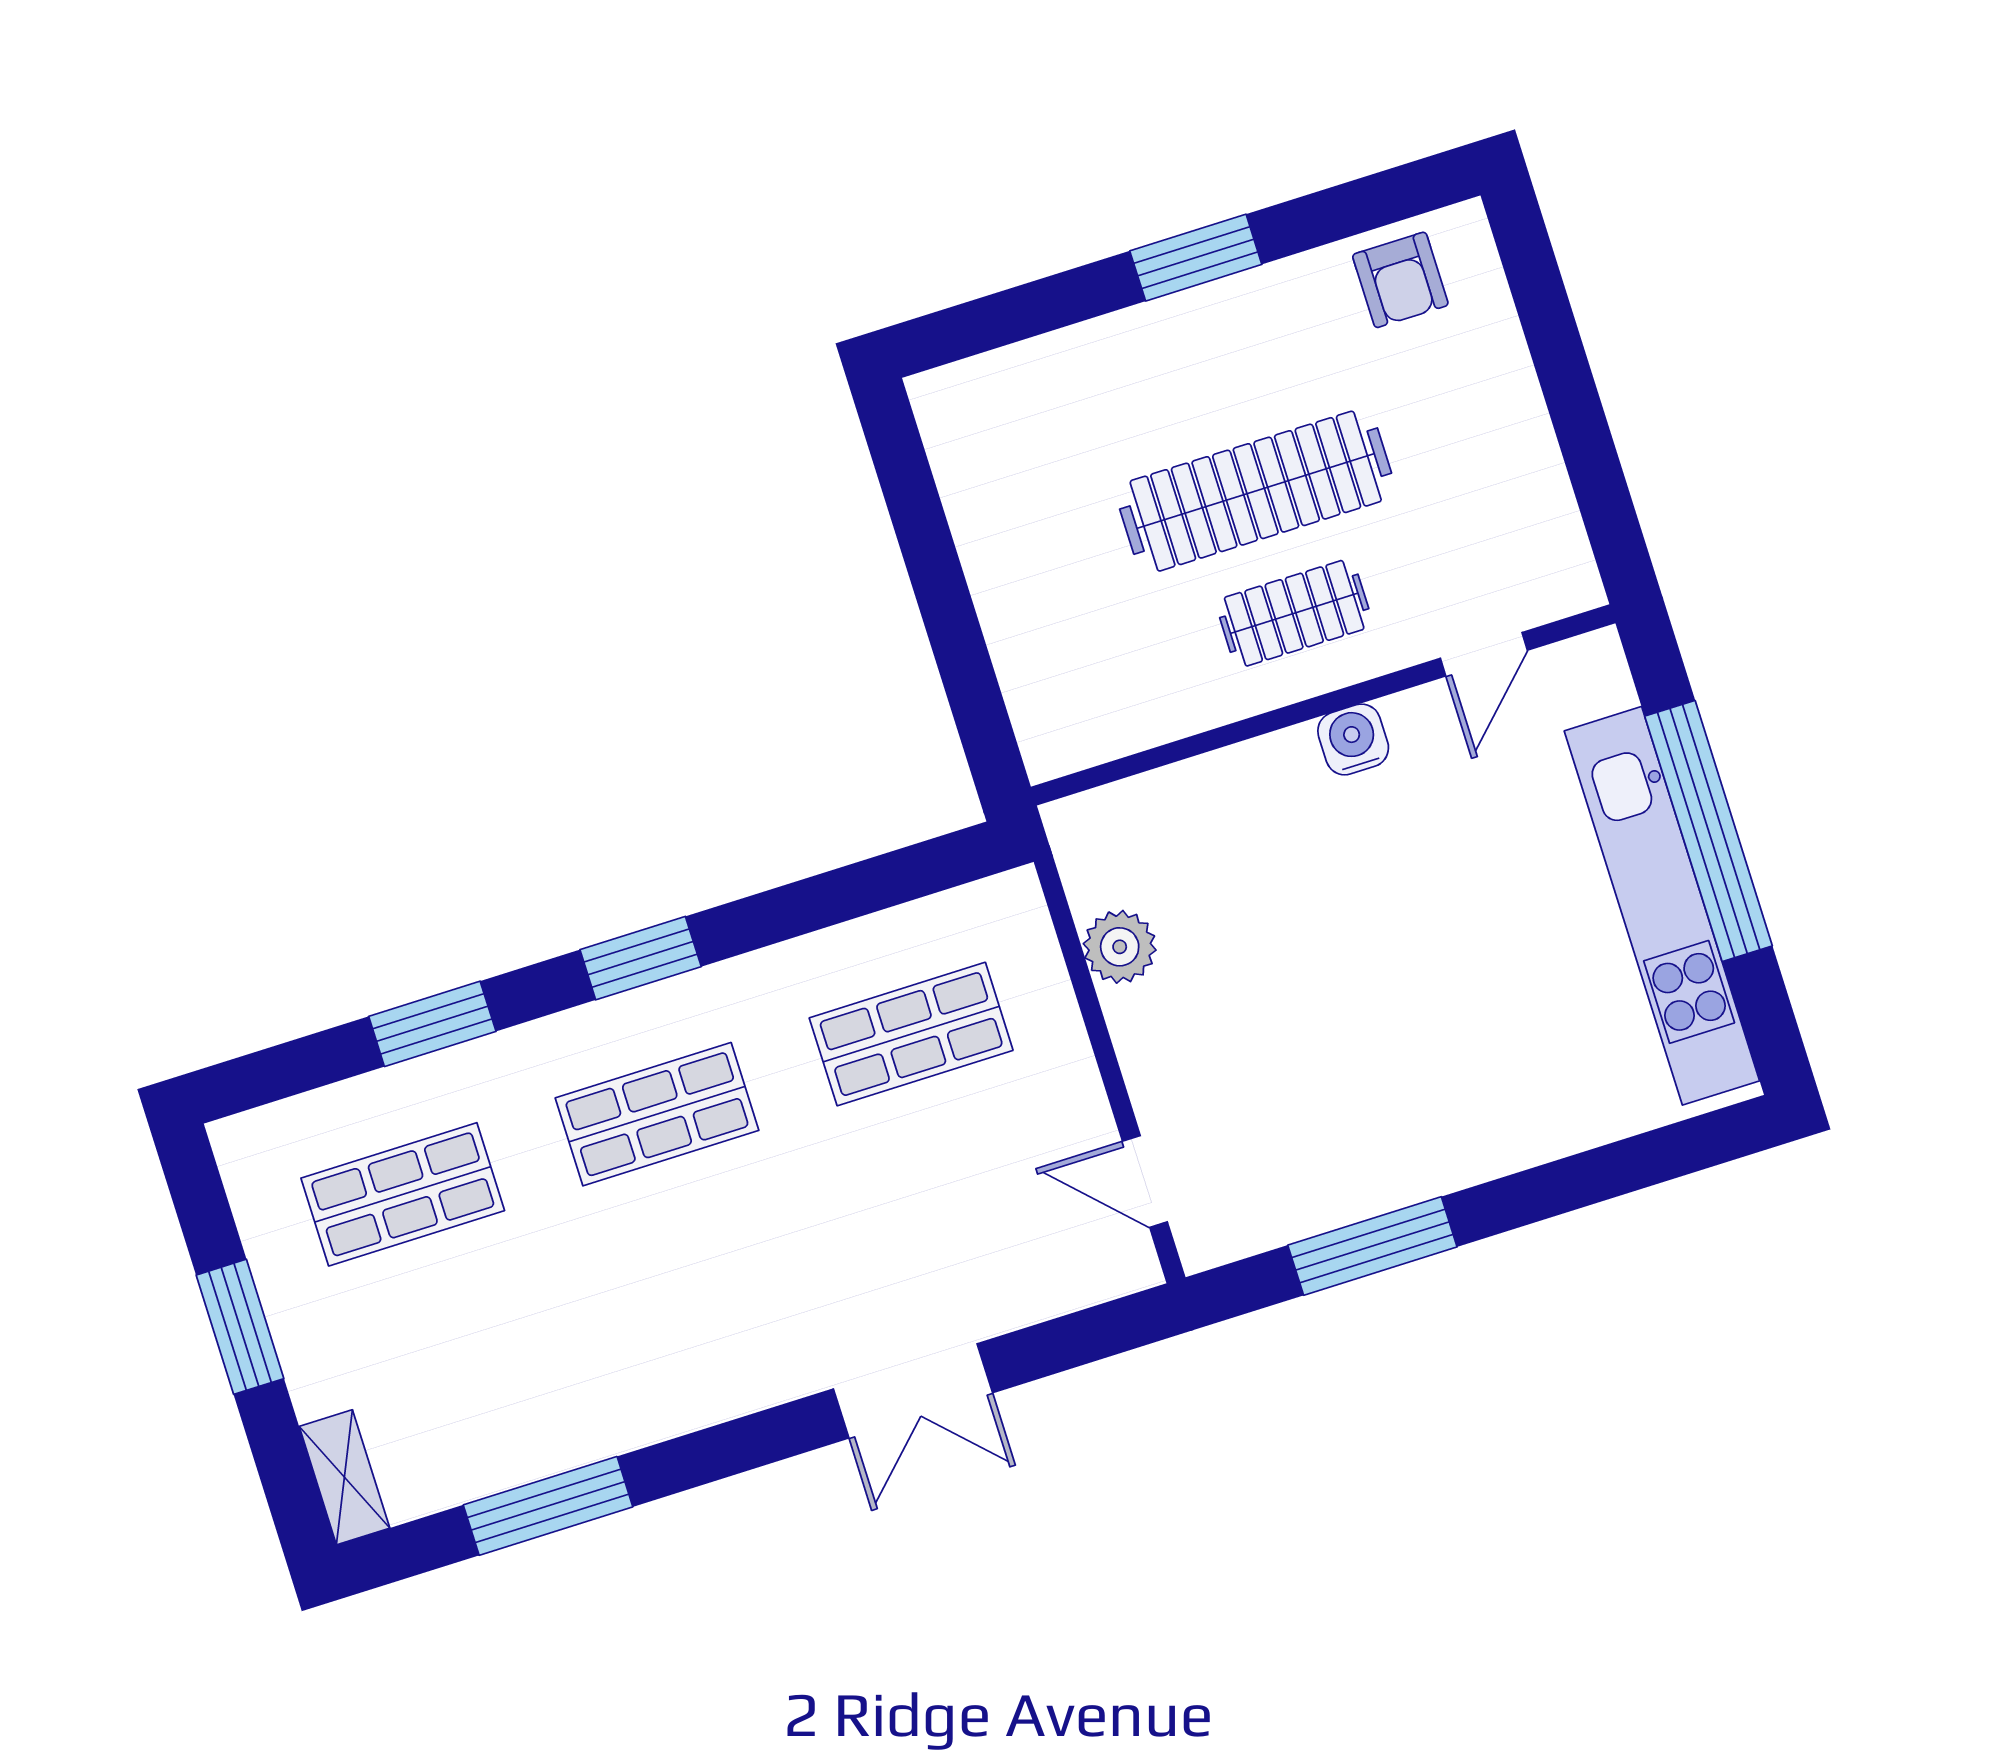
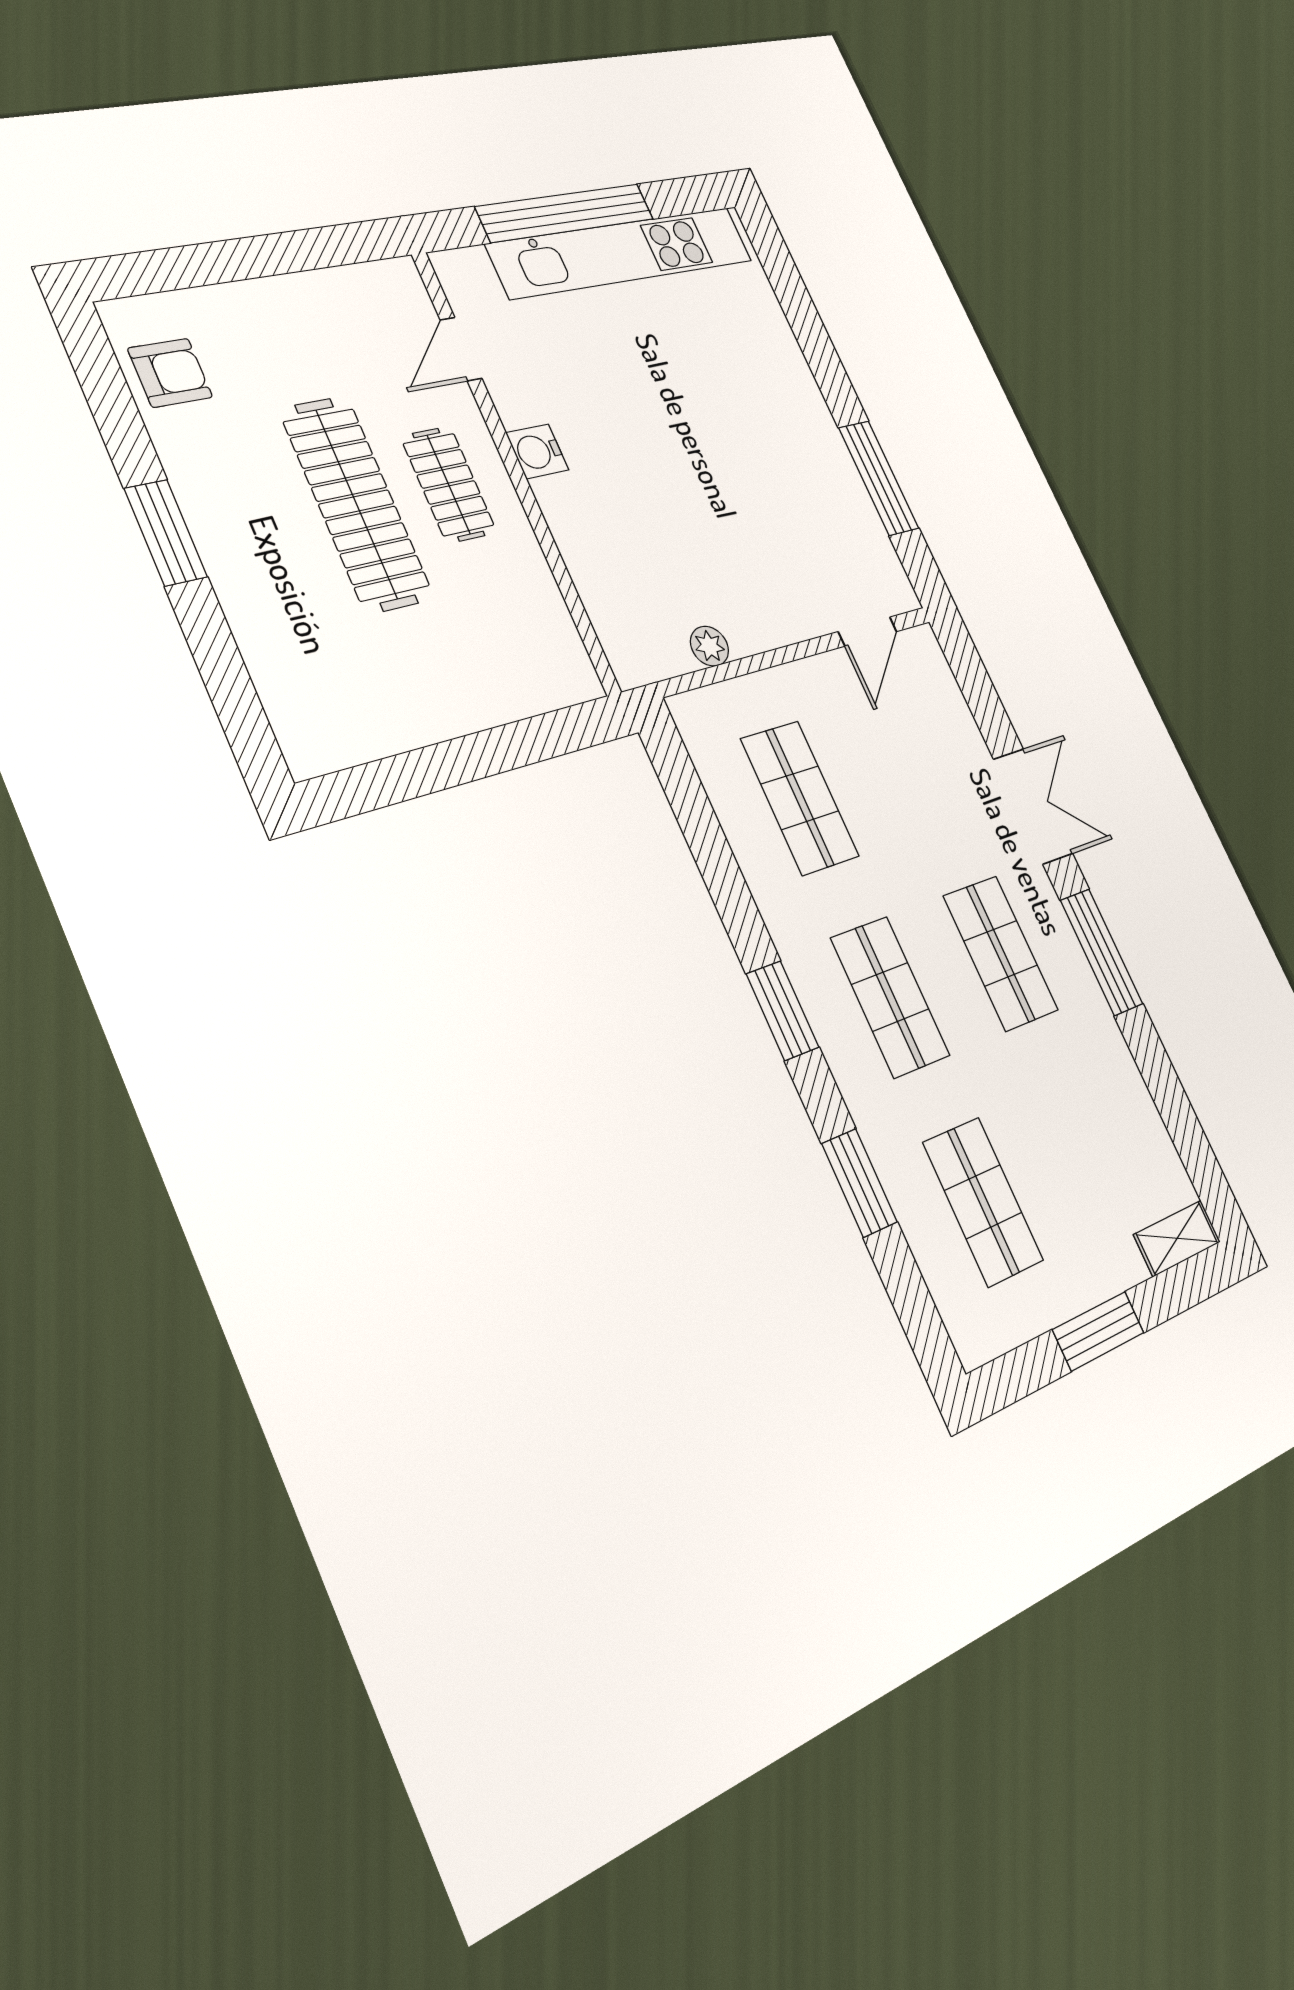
door: (1484, 654) -> (461, 349), swing flipped
plant: (1120, 947) -> (709, 646), width x0.73, depth x0.73
shop shelf: (713, 1293) -> (1001, 953), added
window: (548, 1506) -> (1102, 952), moved

